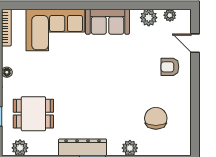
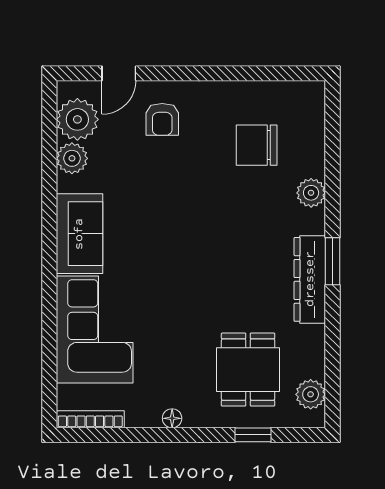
plant: (170, 15) -> (77, 119), width x1.88, depth x1.88

